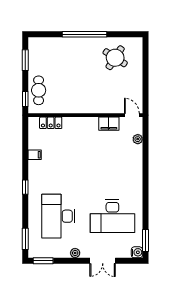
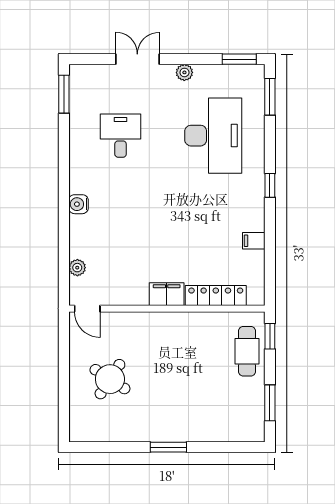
window: (84, 34) -> (168, 447), width x0.47
round table: (115, 58) -> (110, 379), moved
locker: (51, 123) -> (216, 296), width x1.53
filing cabinet: (109, 124) -> (167, 294), moved
desk: (112, 216) -> (121, 136), width x0.53, depth x0.77
water cooler: (137, 252) -> (78, 204), moved

